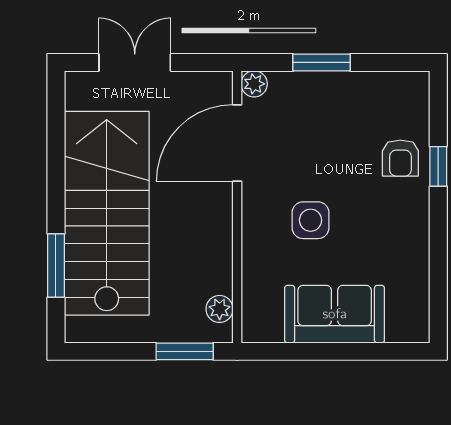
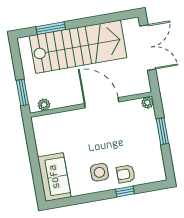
double door: (135, 62) -> (148, 48), width x1.37
door: (237, 143) -> (102, 103), moved
side table: (311, 220) -> (99, 172), moved
sofa: (335, 314) -> (54, 177), moved

